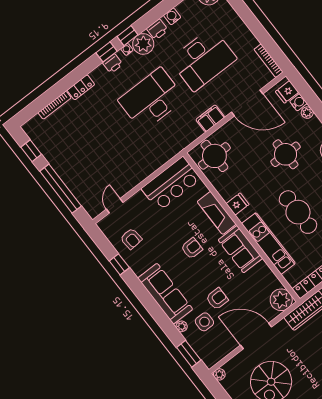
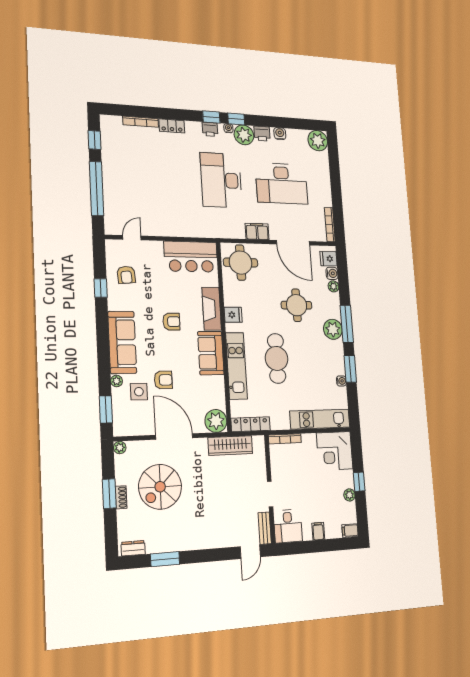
desk: (152, 99) -> (221, 180), turned -90

